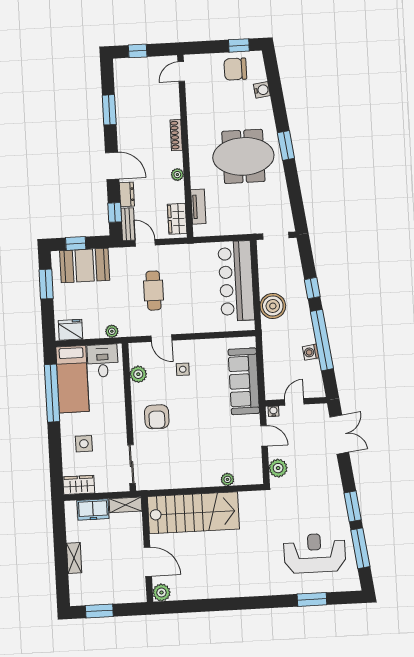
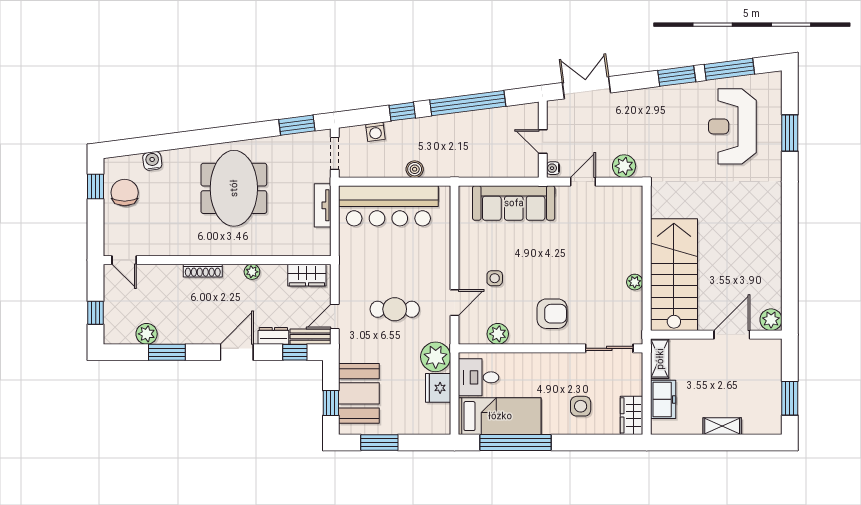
chair: (235, 69) -> (125, 193), turned 180
plant: (123, 93) -> (147, 334), added
window: (286, 146) -> (297, 125), moved
tv unit: (198, 207) -> (323, 205), moved, turned -90
boiler: (273, 306) -> (415, 169), width x0.54, depth x0.54
fridge: (71, 330) -> (438, 388), moved
plant: (112, 331) -> (436, 357), width x1.88, depth x1.88
washing machine: (311, 352) -> (375, 132), moved
plant: (227, 479) -> (635, 282), moved

